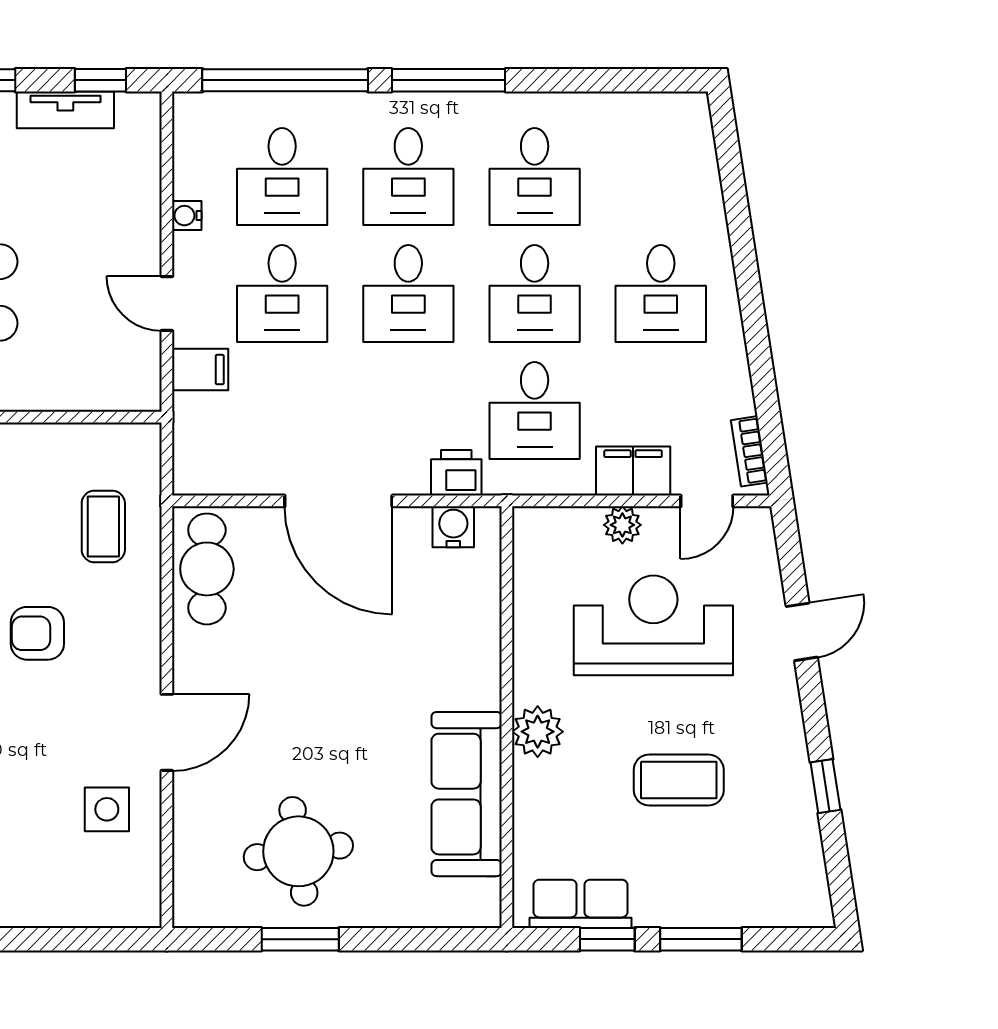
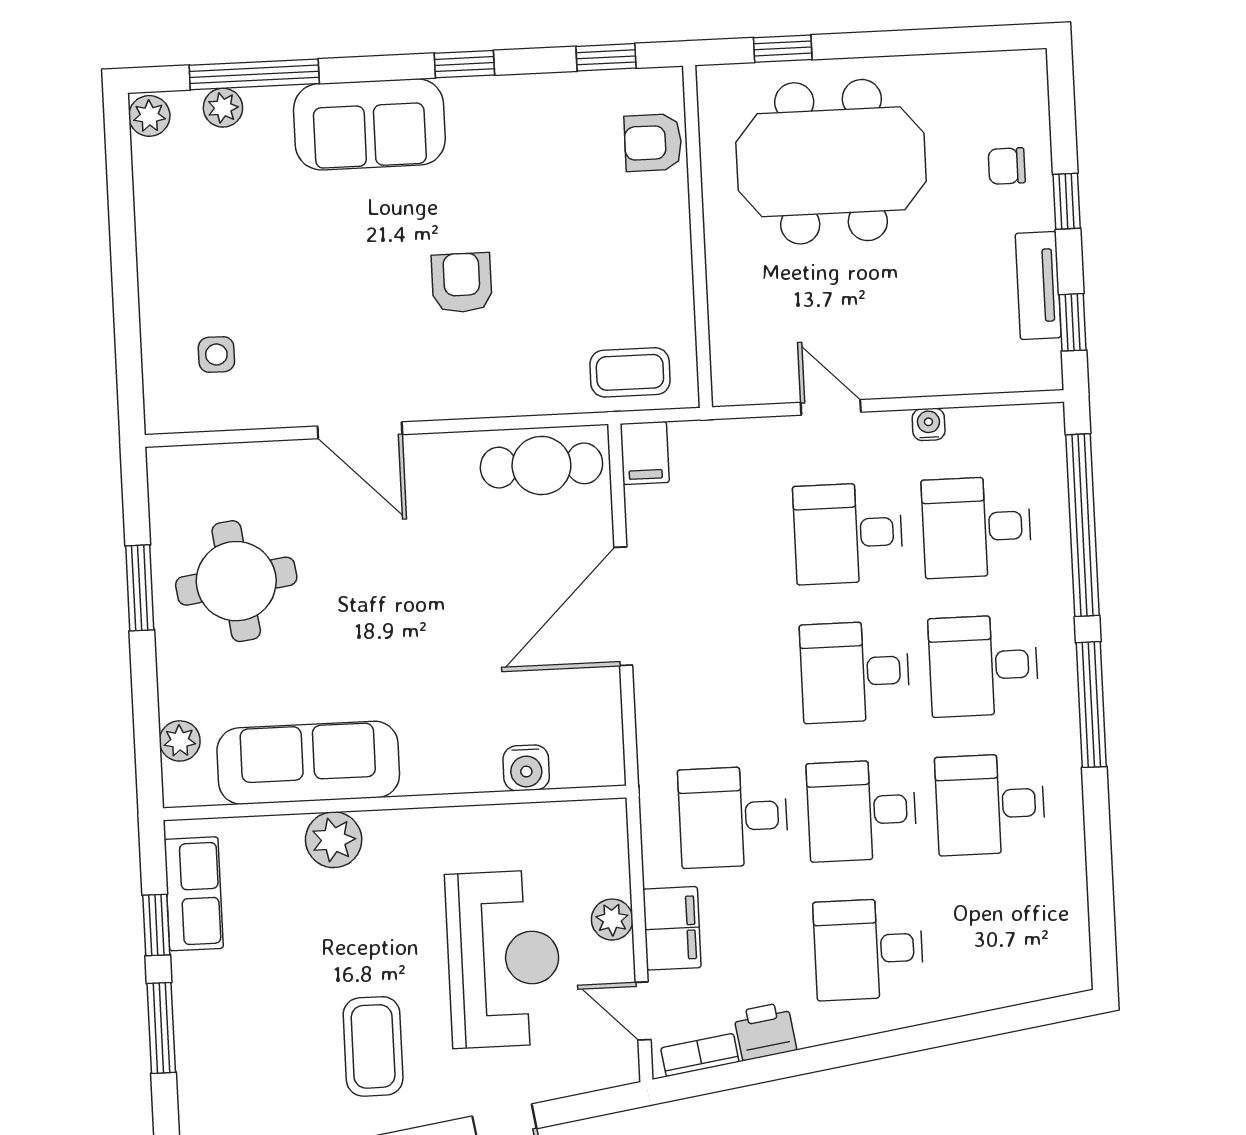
door: (167, 304) -> (831, 407), hinge flipped
filing cabinet: (200, 370) -> (645, 453), moved
printer: (456, 473) -> (765, 1031), moved, turned -99
coffee table: (103, 526) -> (630, 372), moved
water cooler: (453, 527) -> (526, 768), moved, turned 90
plant: (538, 732) -> (334, 840), moved
coffee table: (679, 780) -> (373, 1046), moved
side table: (107, 809) -> (216, 354), moved, width x0.73, depth x0.73
plant: (441, 910) -> (180, 741), added

